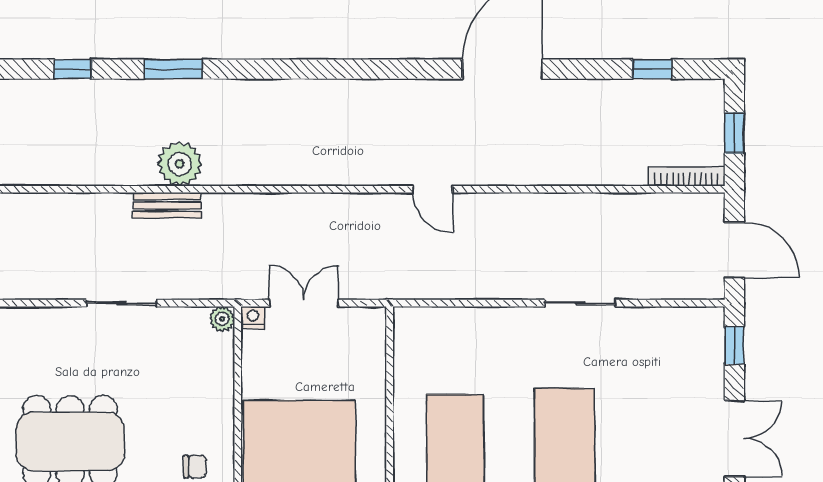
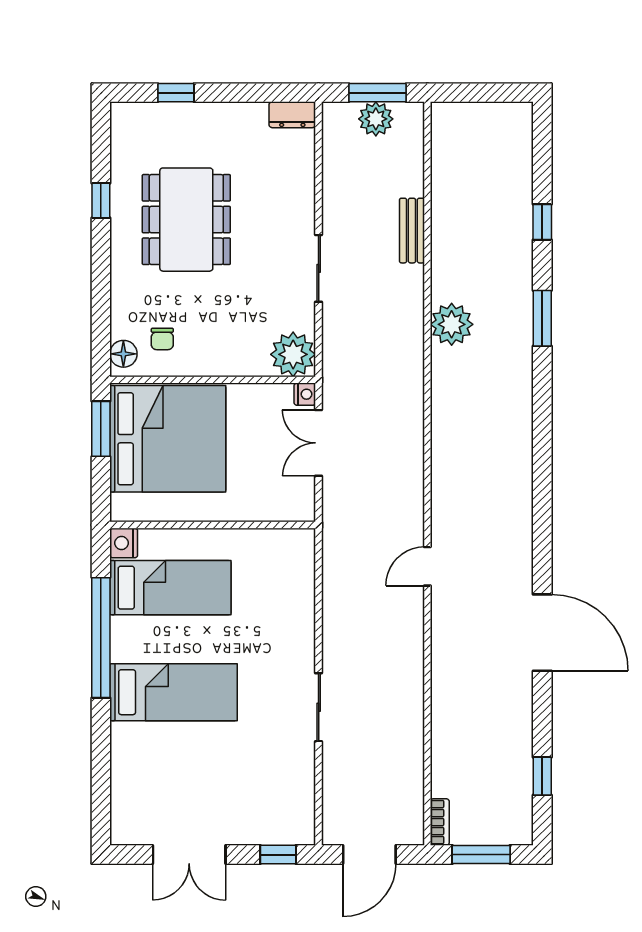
window: (734, 133) -> (481, 855), width x1.50
bookcase: (687, 176) -> (440, 822), width x0.64
bench: (167, 205) -> (412, 231), moved
double door: (304, 303) -> (319, 443), swing flipped
plant: (222, 319) -> (293, 354), width x1.88, depth x1.88

